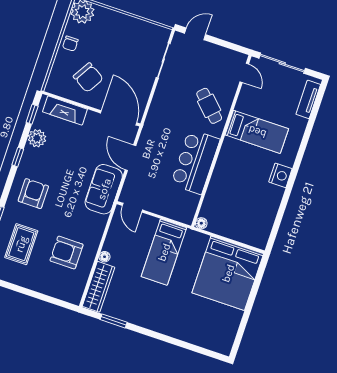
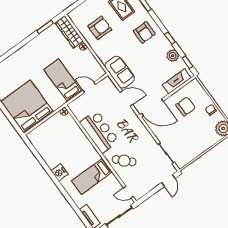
chair: (88, 78) -> (186, 106), turned 149
door: (132, 208) -> (89, 87), moved

